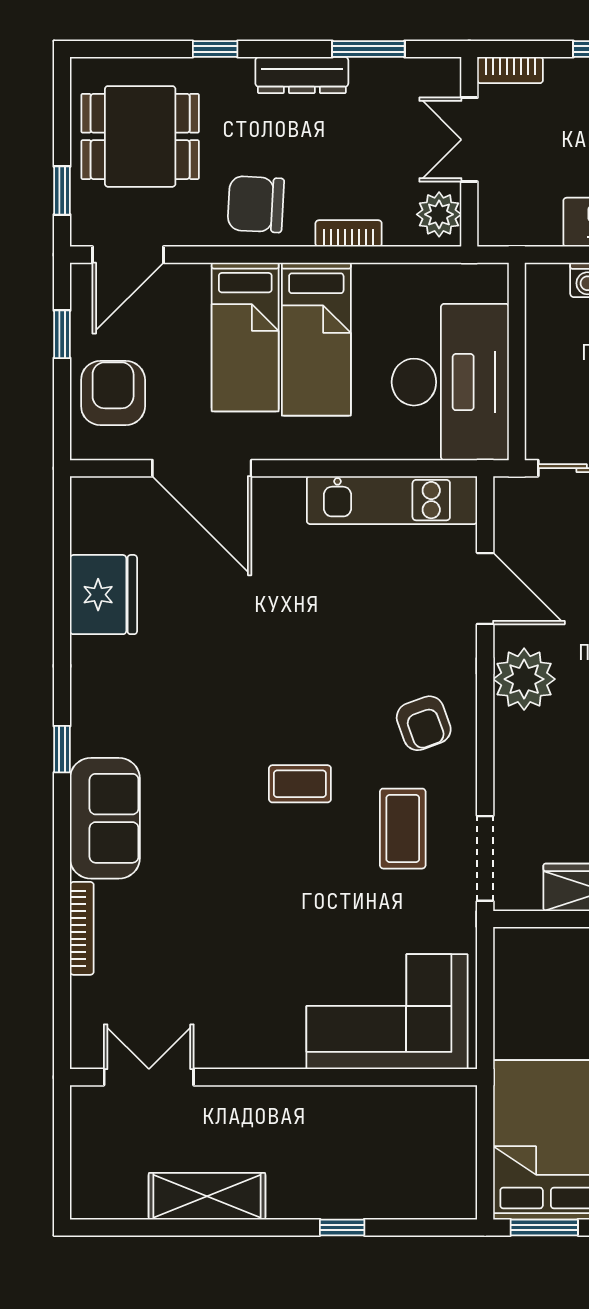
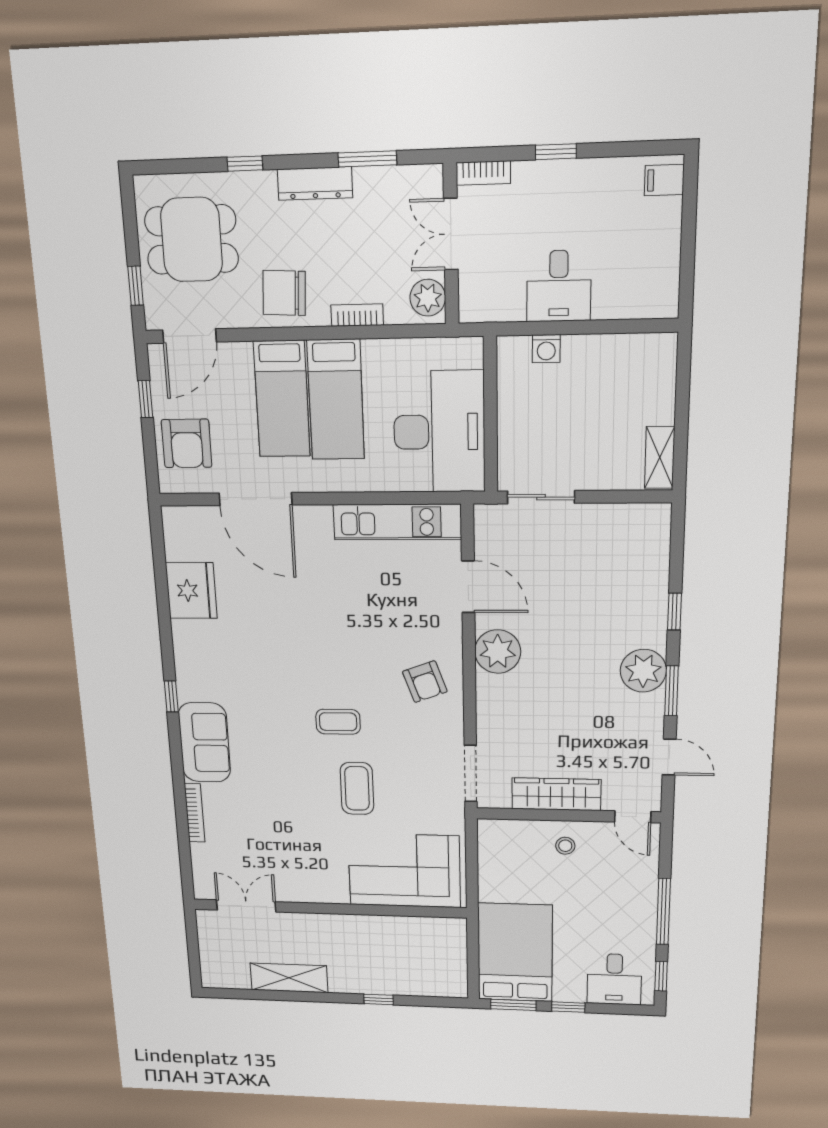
armchair: (113, 393) -> (187, 443), turned 180
coffee table: (403, 829) -> (357, 788), moved

